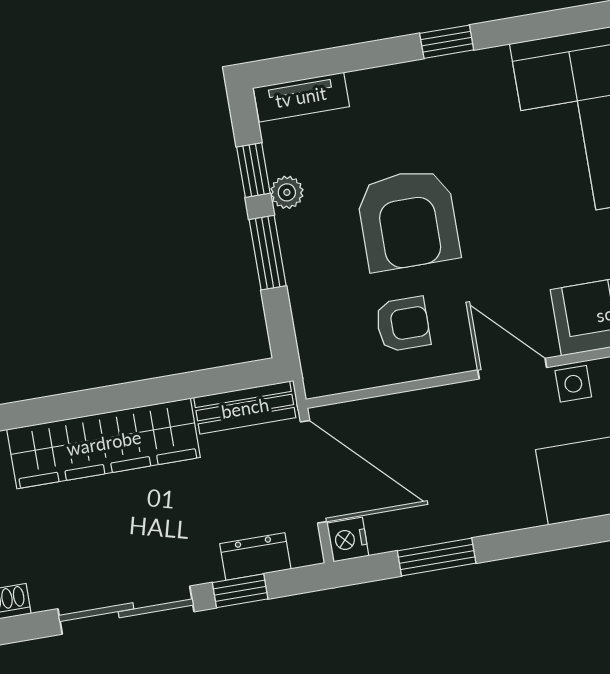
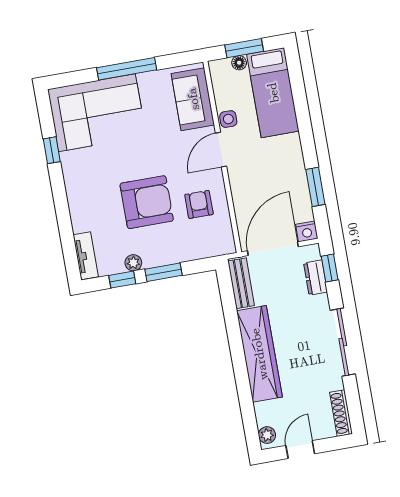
window: (447, 42) -> (52, 150), moved
window: (240, 591) -> (330, 268), moved

